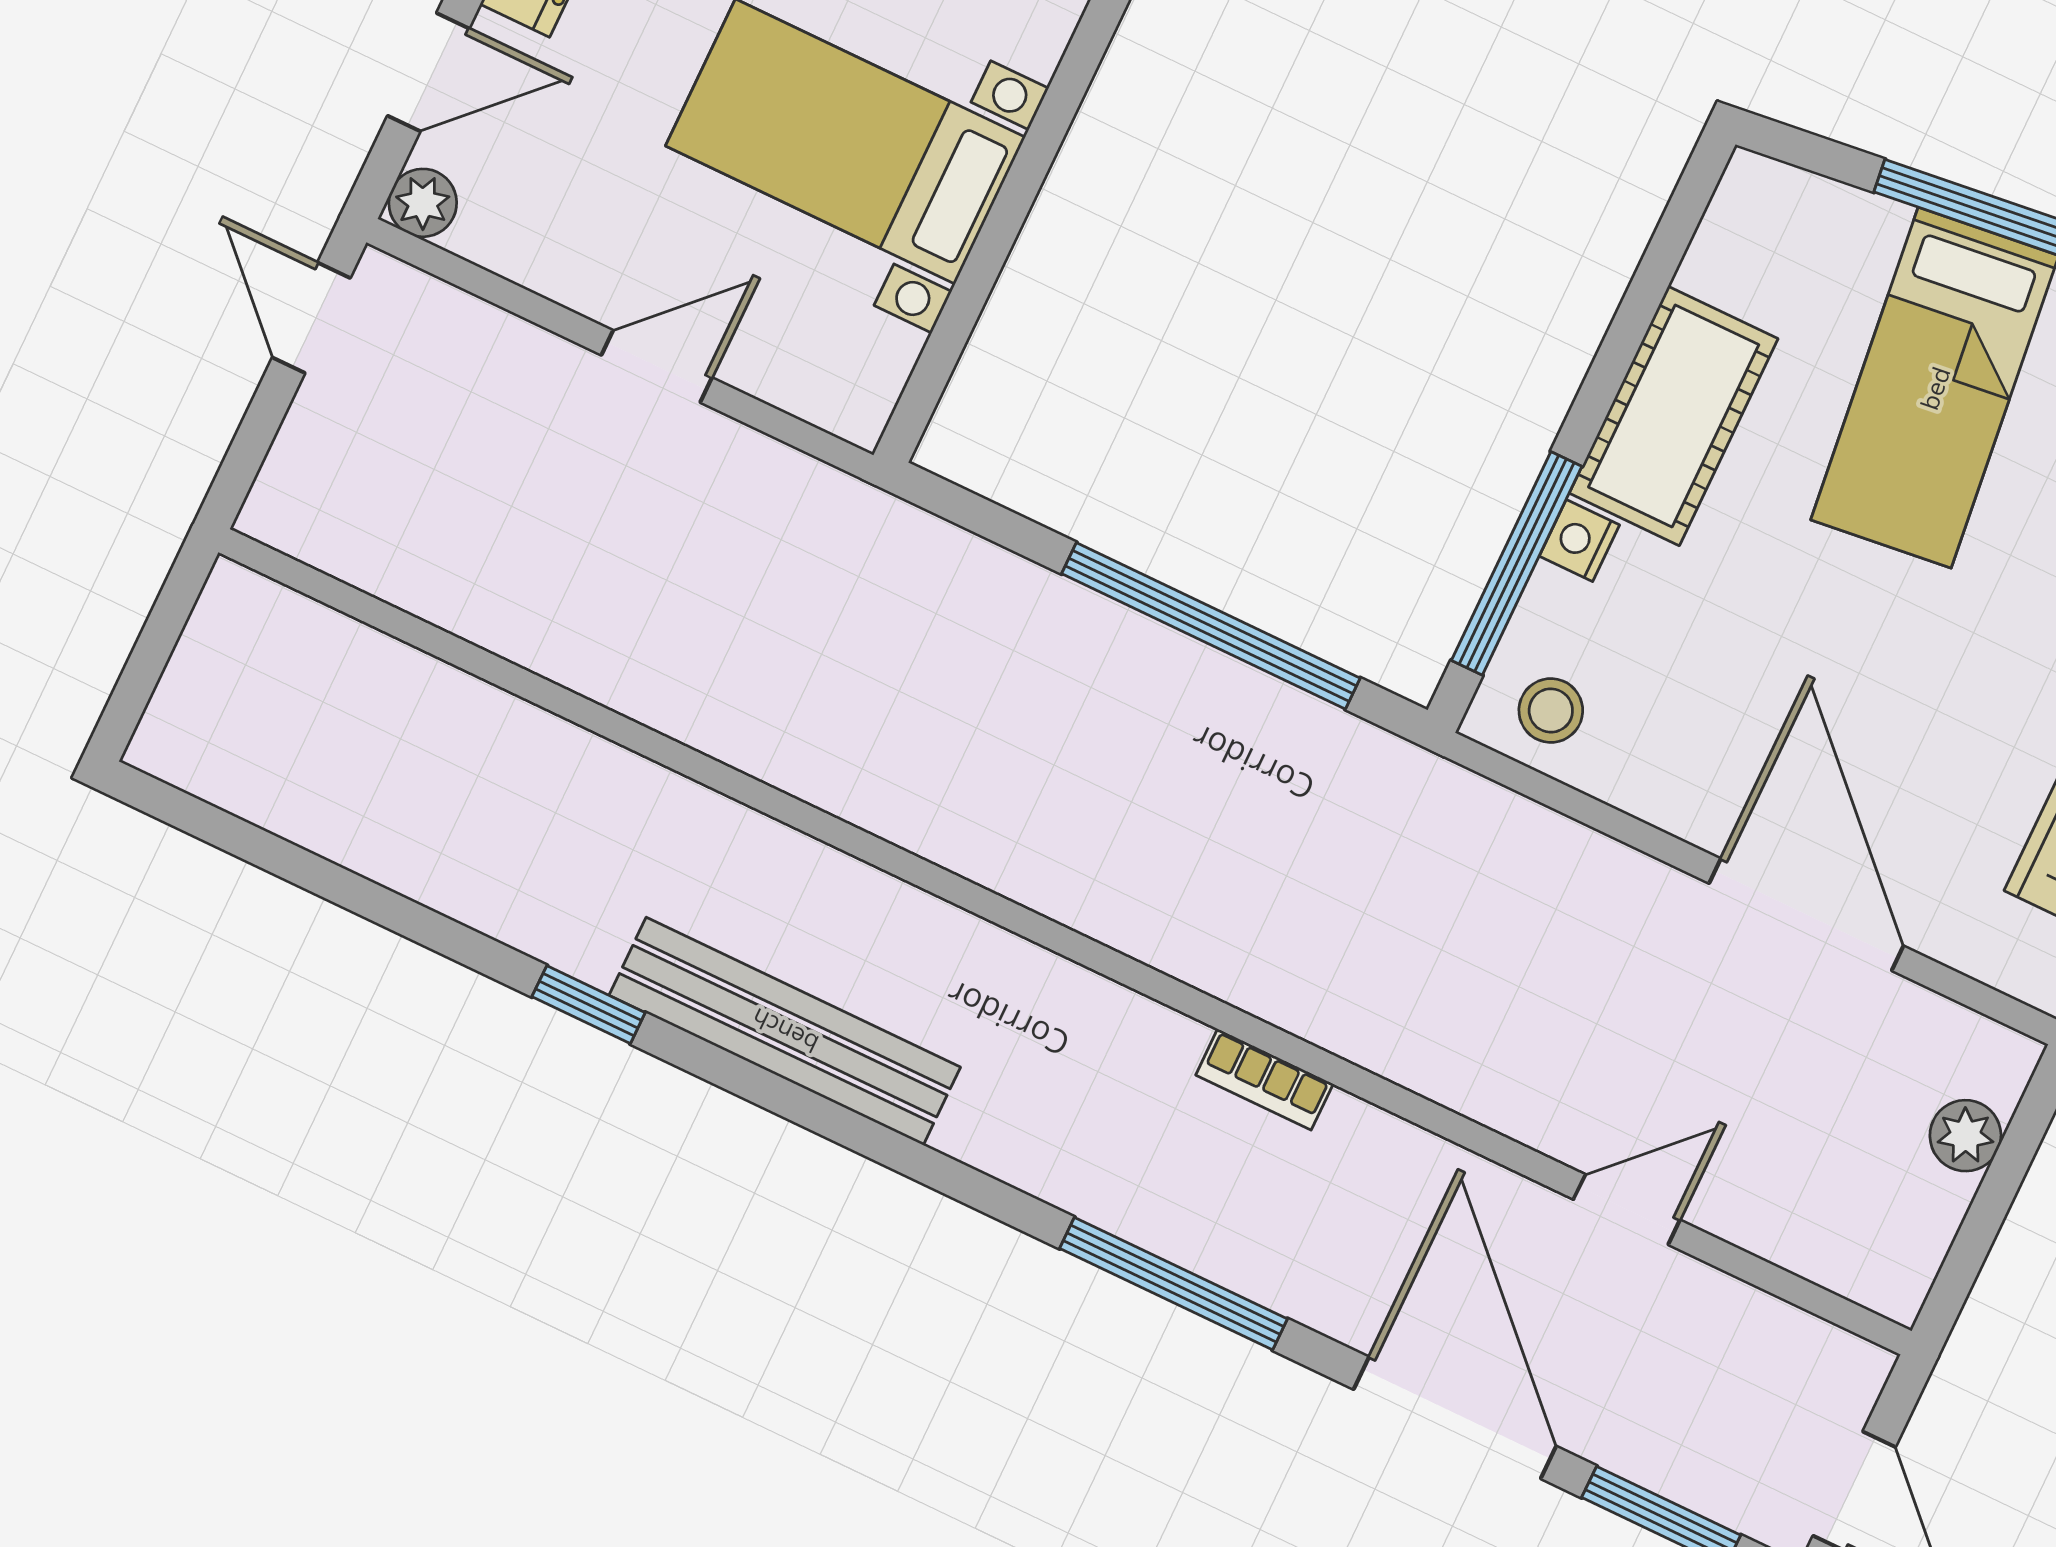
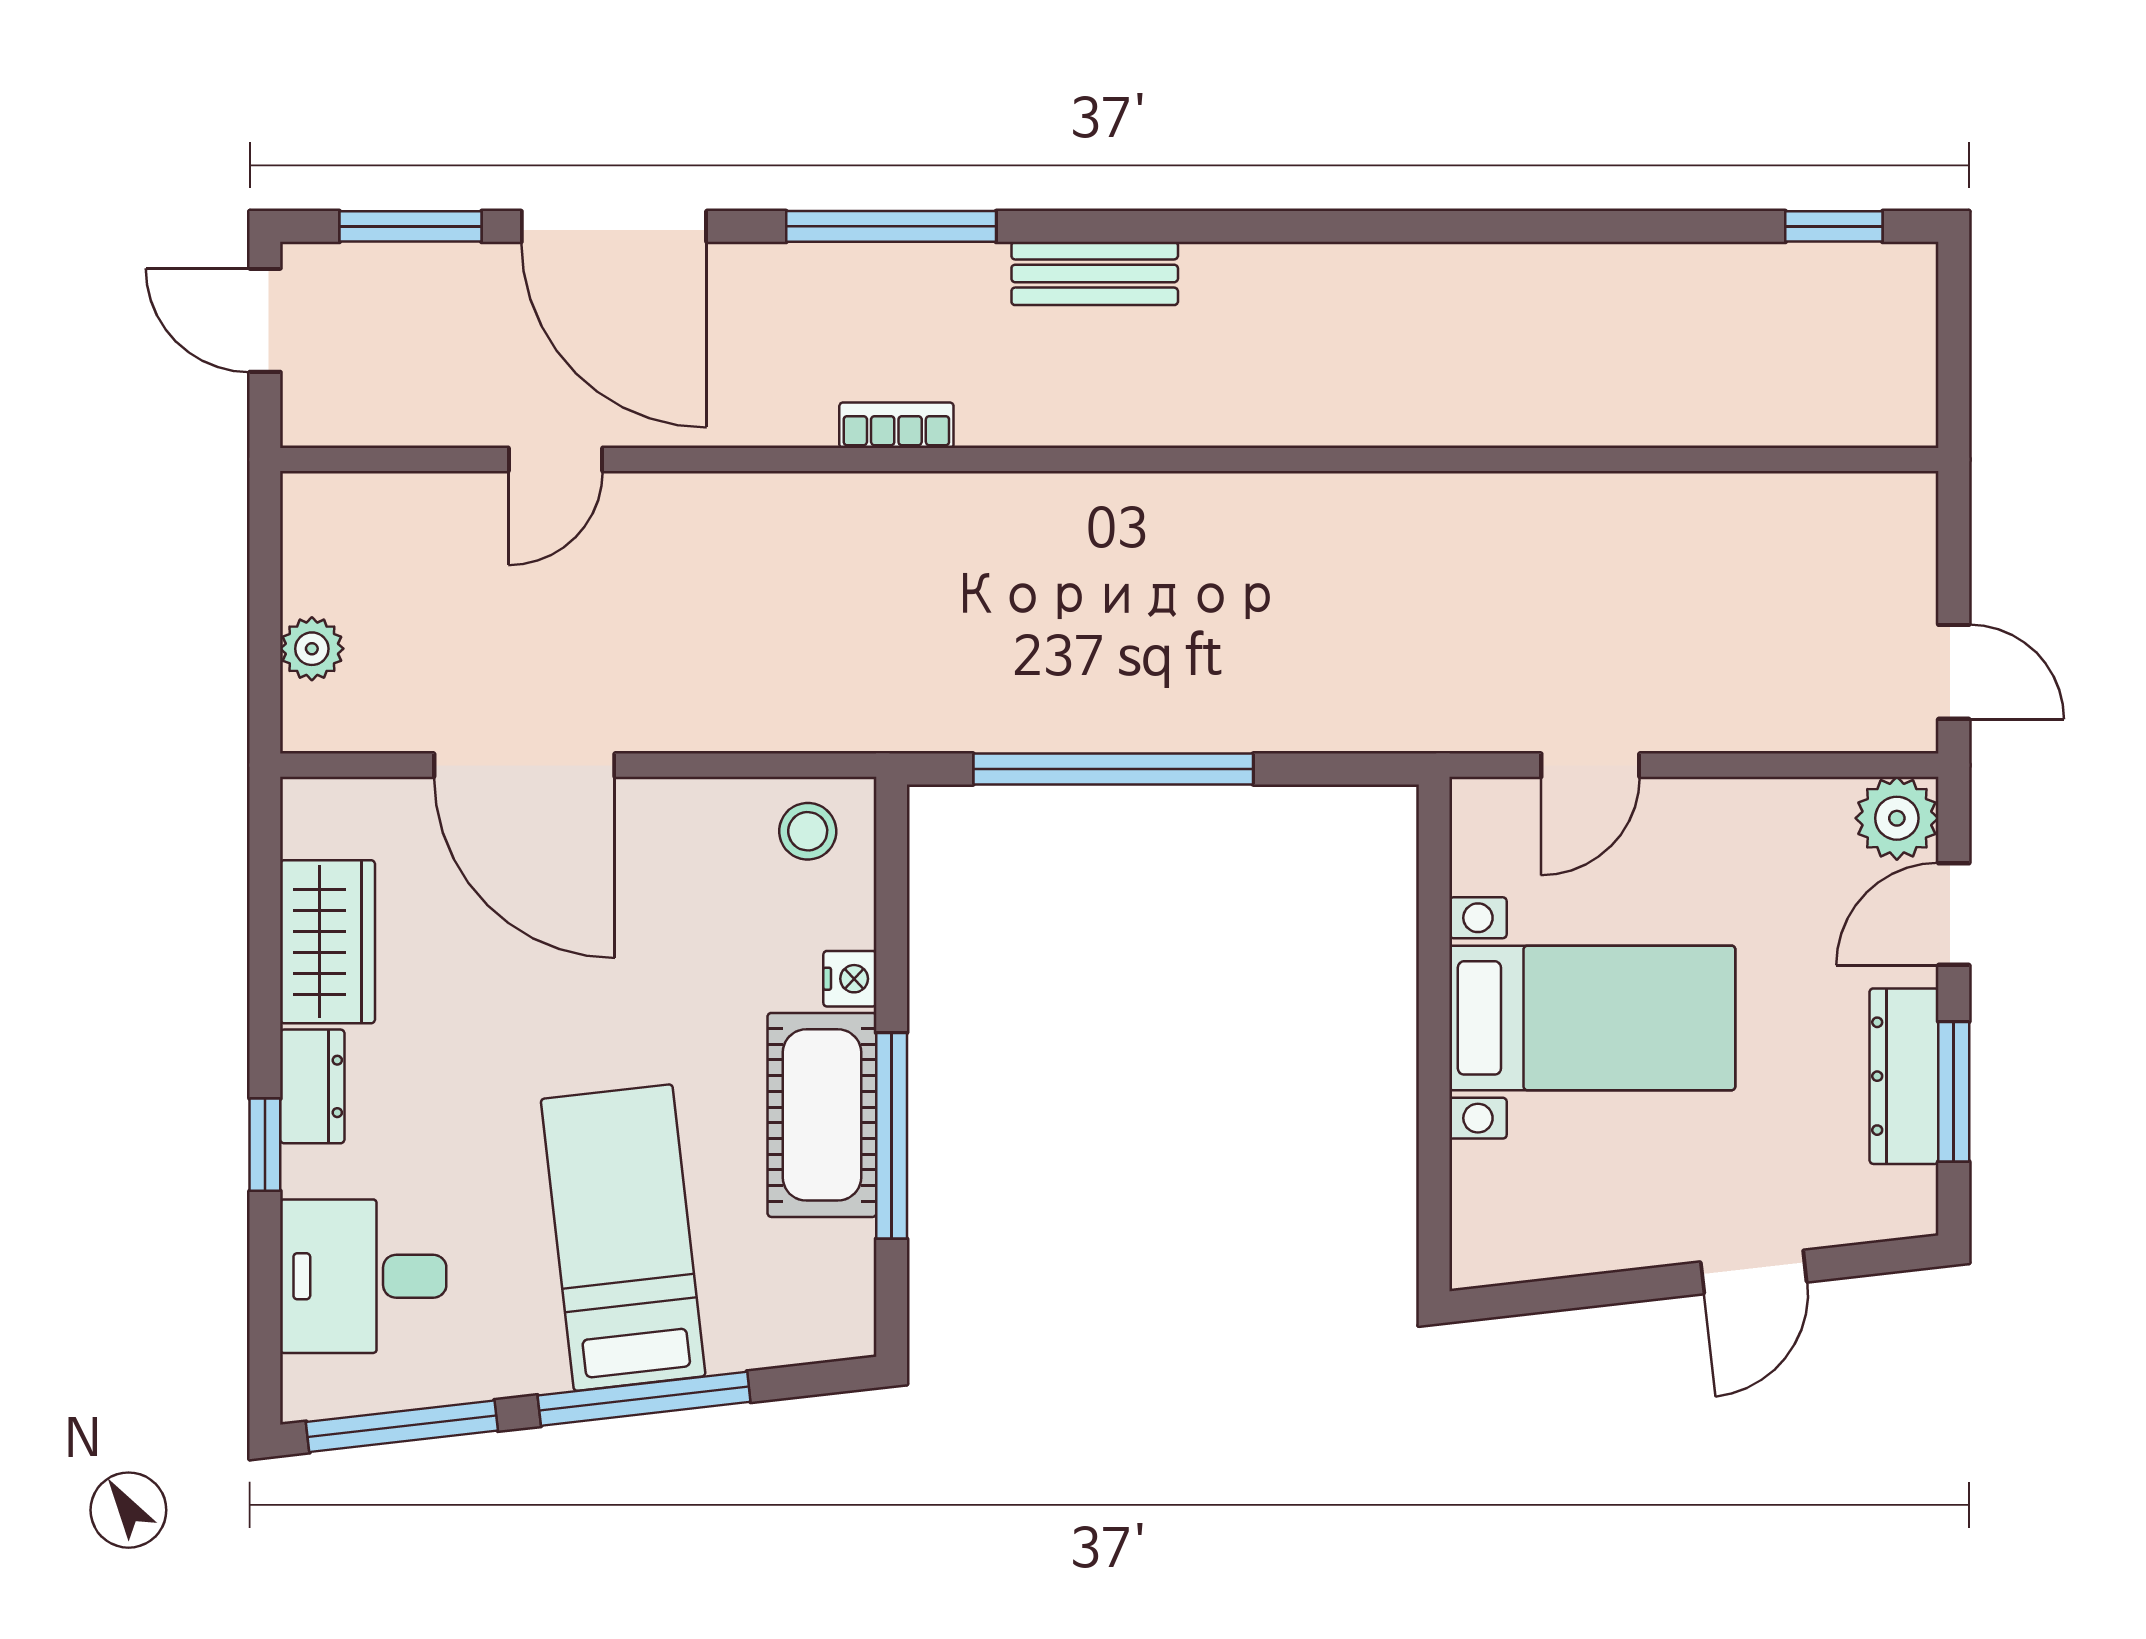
plant: (423, 203) -> (1897, 818), width x1.38, depth x1.38
door: (657, 366) -> (1590, 765), moved
window: (1517, 563) -> (892, 1136), moved
window: (589, 1005) -> (1834, 226), moved
bench: (785, 1031) -> (1095, 273), moved, width x0.54, depth x0.82

